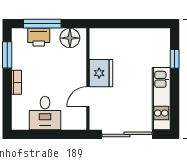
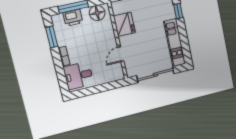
fridge: (101, 73) -> (124, 24), moved
desk: (45, 113) -> (78, 76), moved, turned 90

